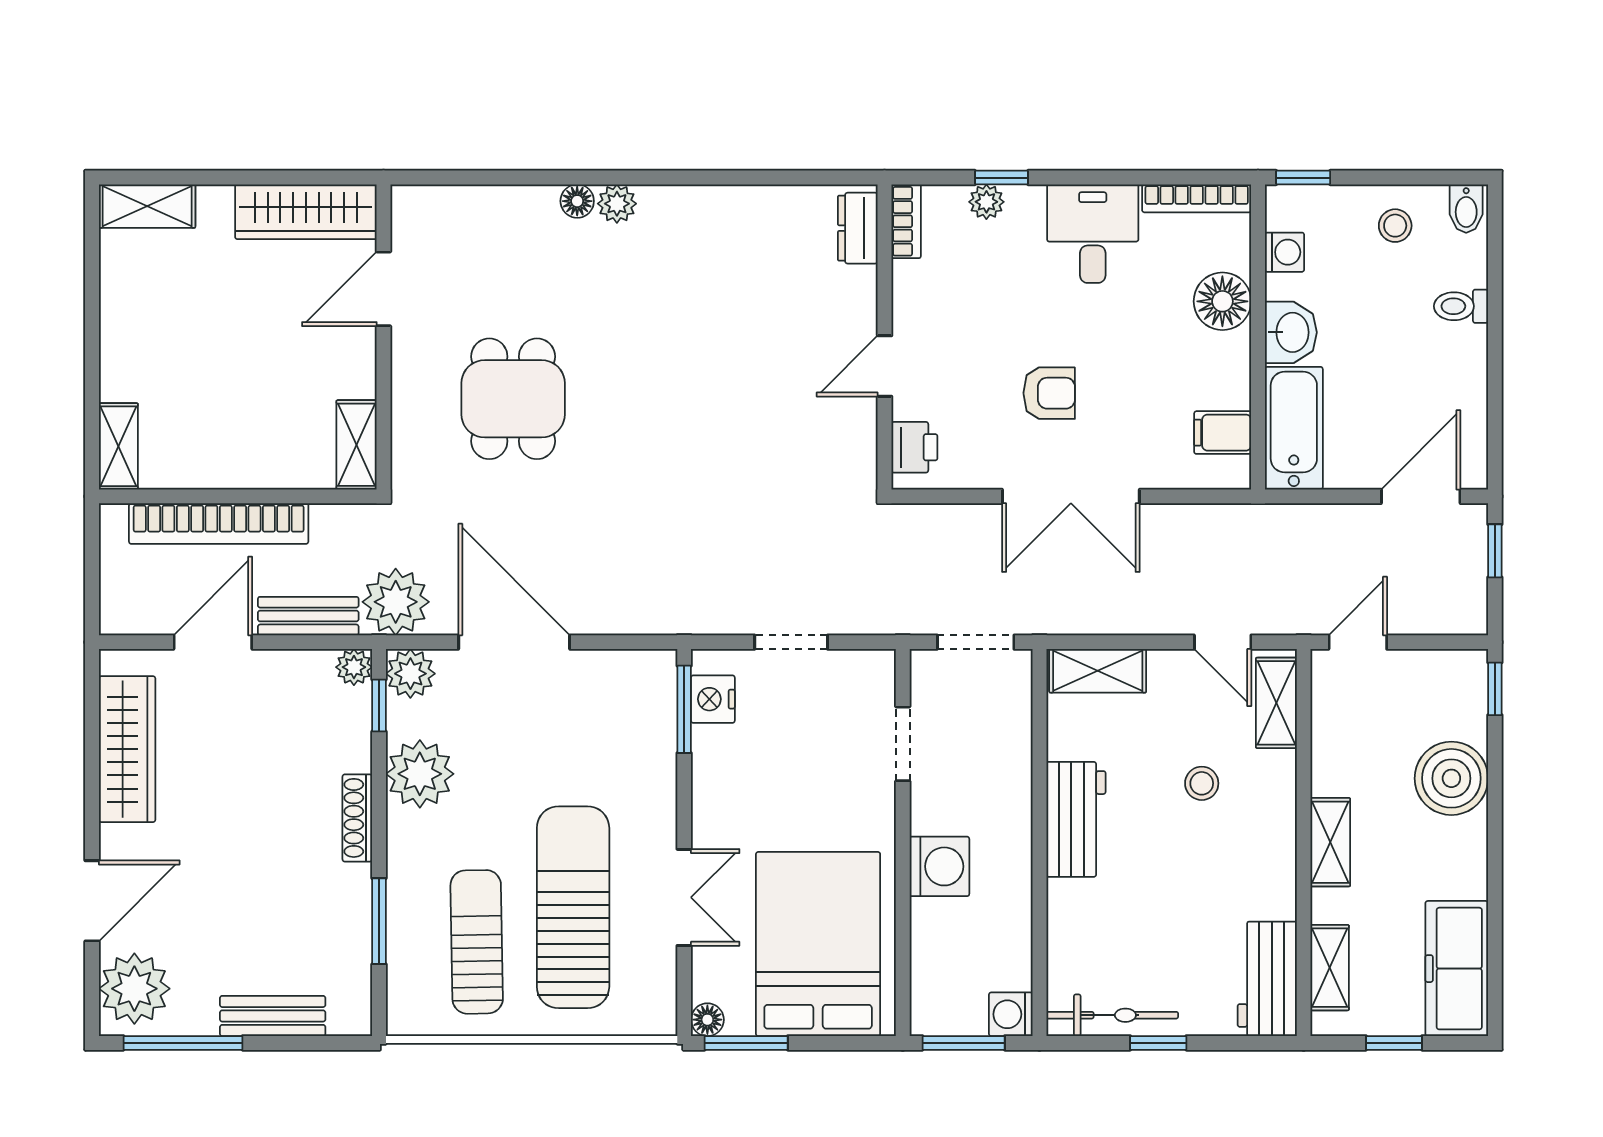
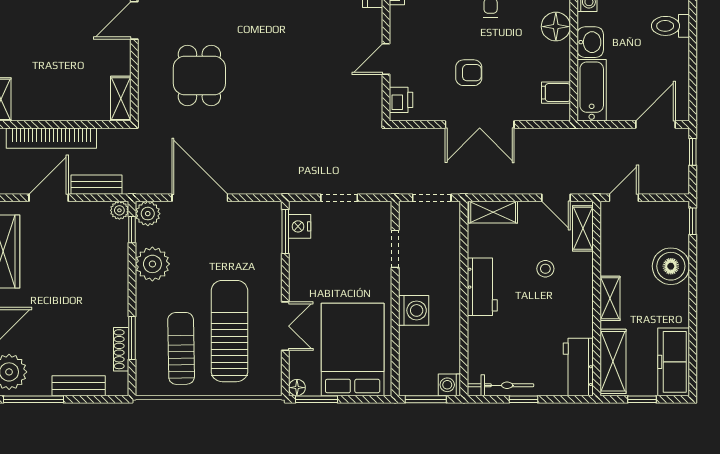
toilet: (1461, 306) -> (670, 26), width x1.37, depth x1.39
plant: (396, 602) -> (140, 178), removed
shoe rack: (357, 818) -> (121, 349), moved
shelving: (1330, 968) -> (613, 361), width x1.50, depth x1.33

